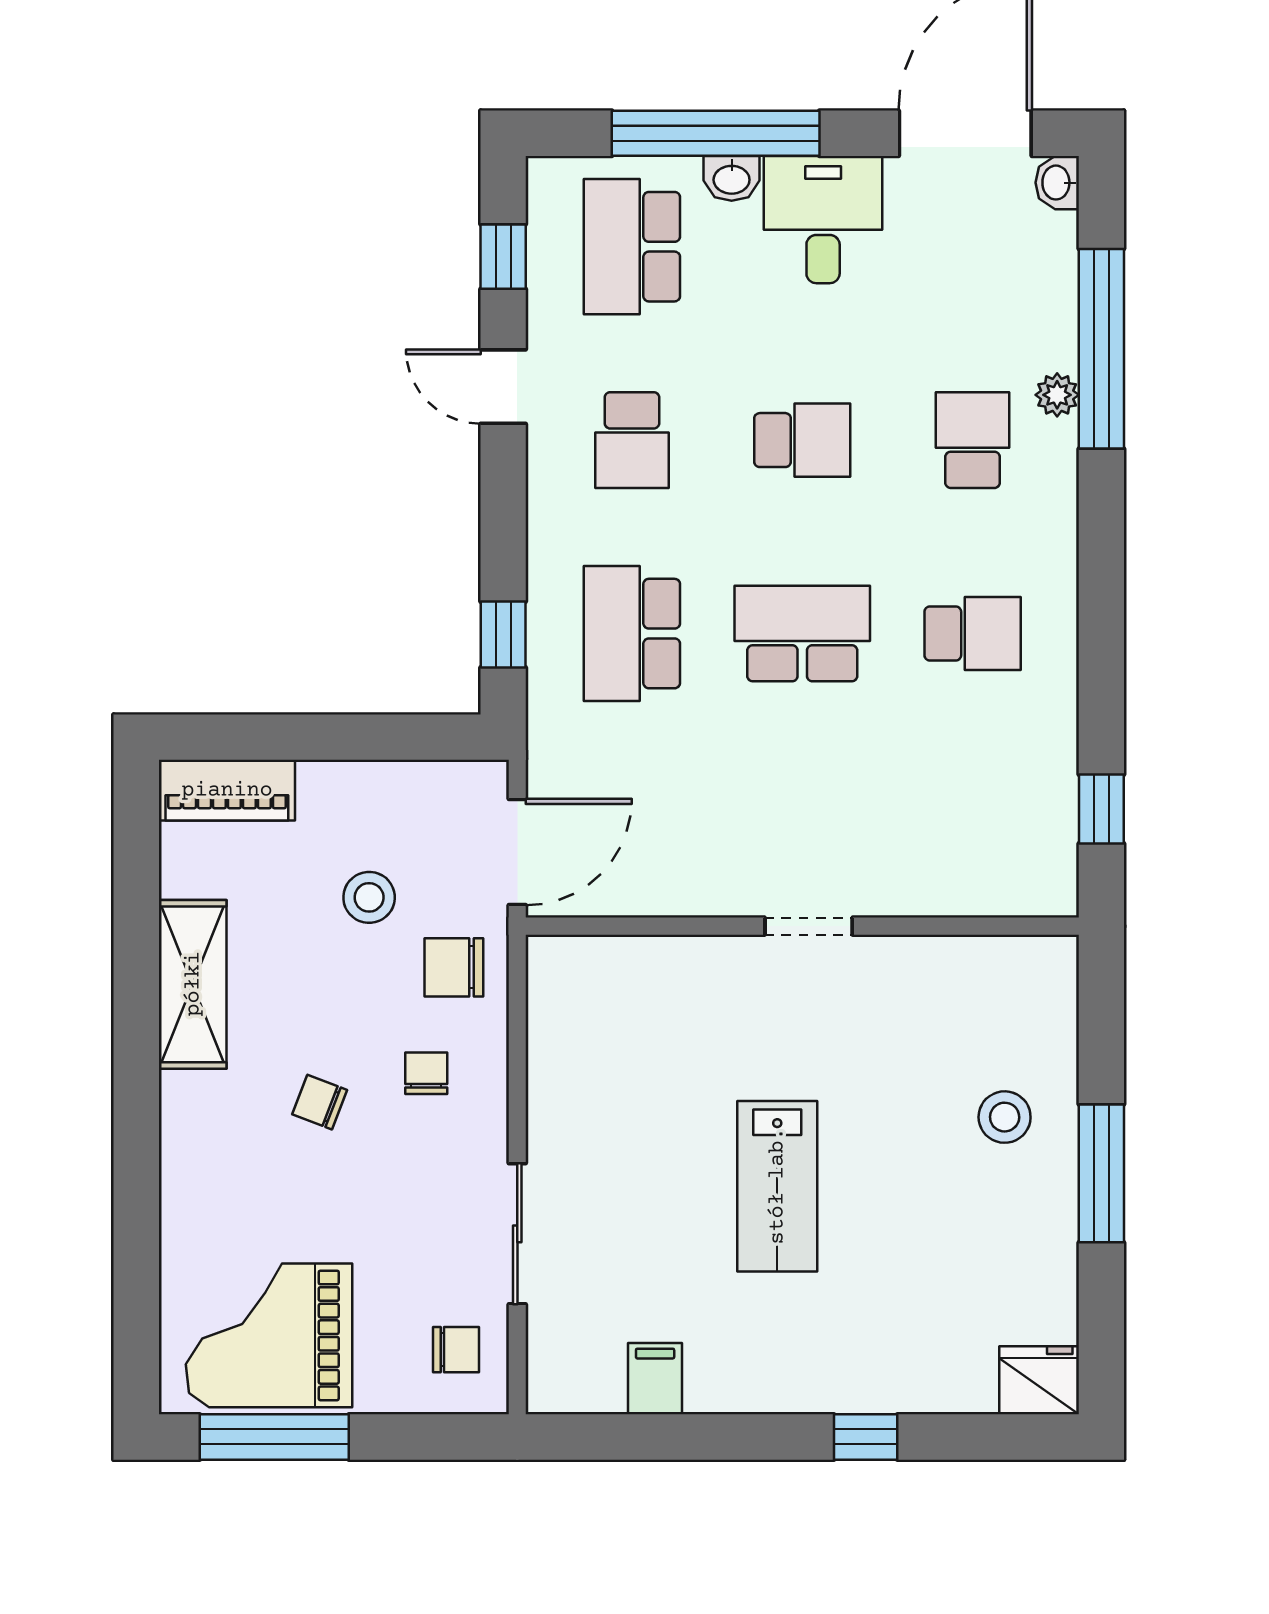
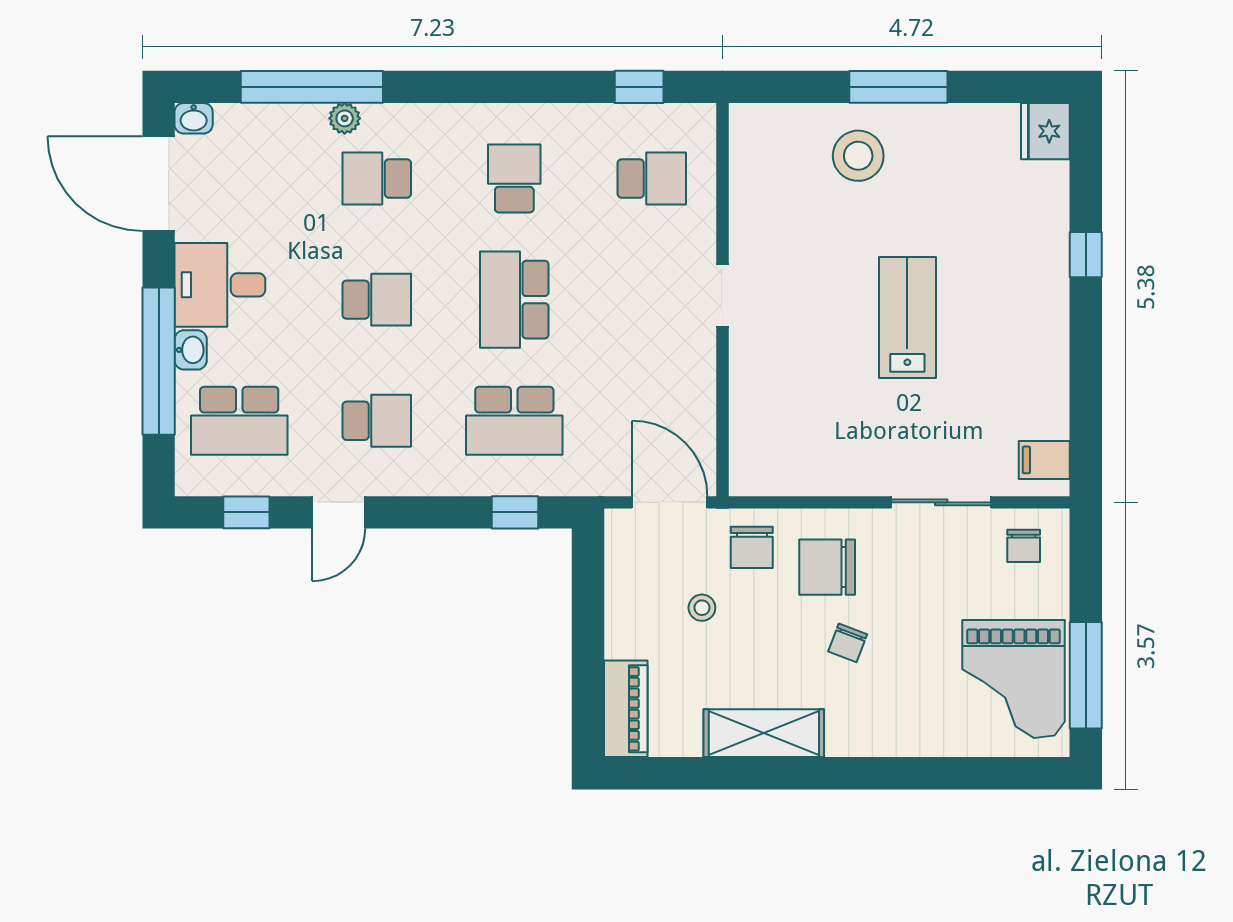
school desk: (802, 440) -> (377, 300), turned 90
school desk: (973, 827) -> (652, 179), added
stool: (369, 897) -> (702, 608), width x0.73, depth x0.73
chair: (426, 1073) -> (827, 567), width x1.87, depth x1.87
stool: (1005, 1117) -> (858, 156), width x1.38, depth x1.38
lab bench: (777, 1186) -> (907, 317), turned -90
chair: (456, 1350) -> (1024, 546), turned 180
filing cabinet: (655, 1379) -> (1044, 460), moved

